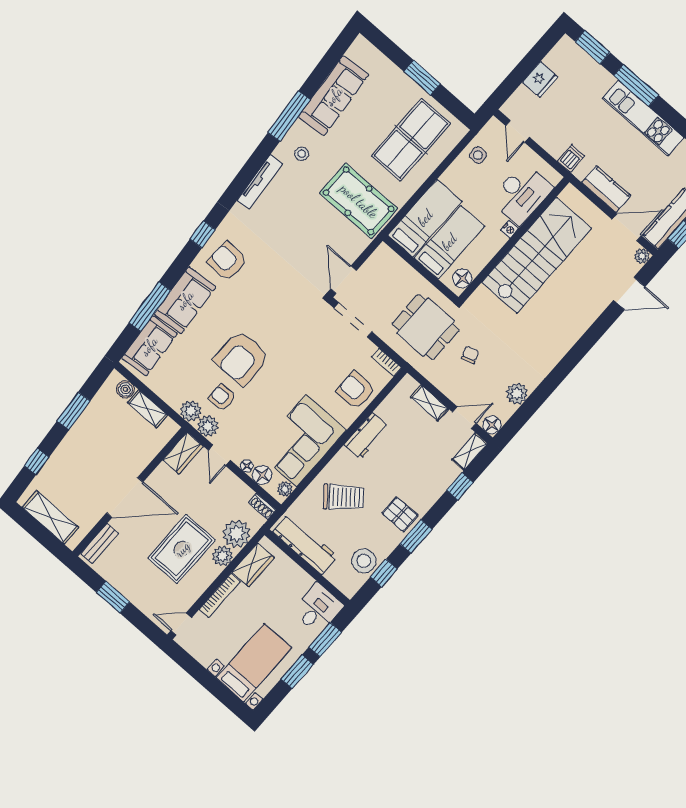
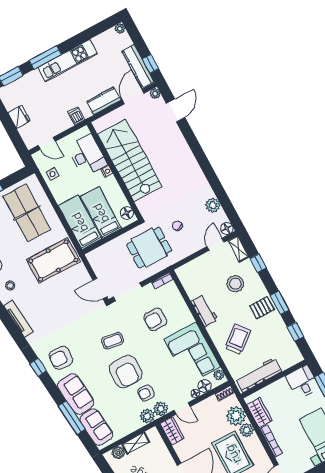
coffee table: (278, 324) -> (113, 341), added
armchair: (356, 390) -> (155, 319), moved
shelving: (429, 403) -> (198, 263), removed
stool: (364, 561) -> (235, 284), moved

